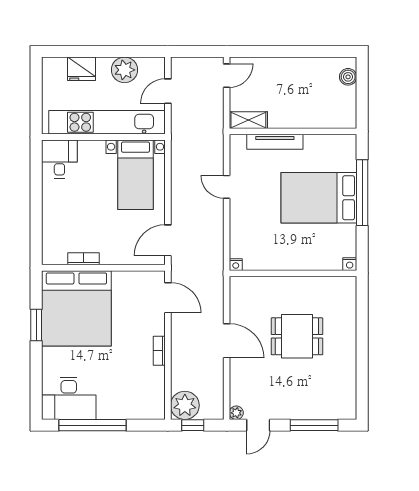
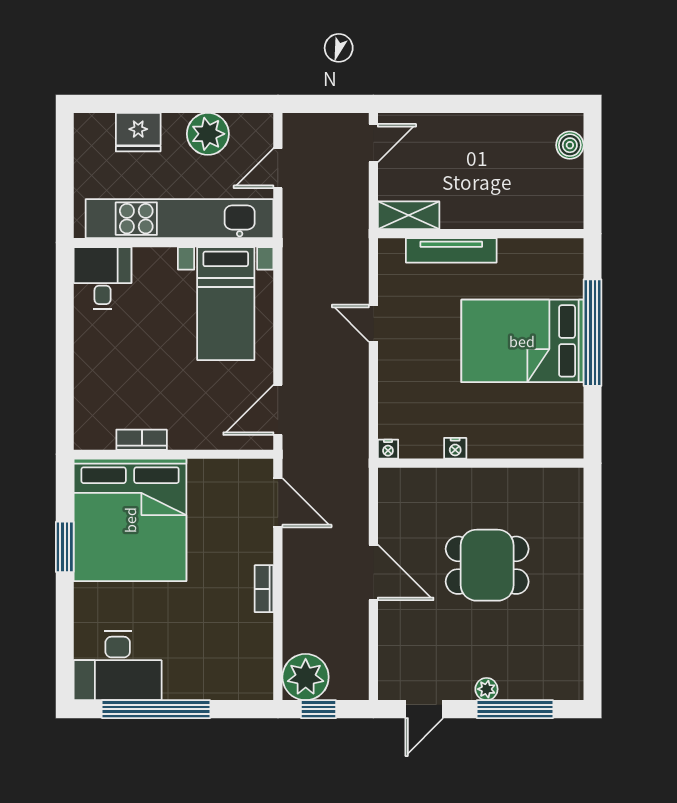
nightstand: (350, 264) -> (455, 448), moved
plant: (236, 413) -> (486, 689), moved

